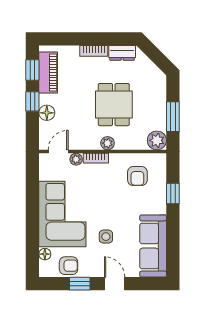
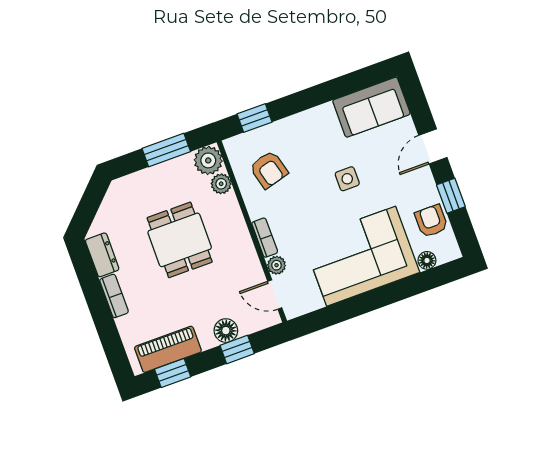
window: (32, 101) -> (237, 349), moved
dining table: (114, 105) -> (180, 240), turned 90
plant: (108, 143) -> (221, 184), moved
armchair: (137, 176) -> (269, 170), turned 75
window: (173, 193) -> (255, 118), moved
side table: (106, 237) -> (347, 179), moved
sofa: (153, 246) -> (371, 107), width x0.73

